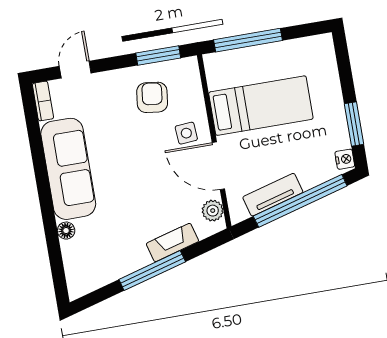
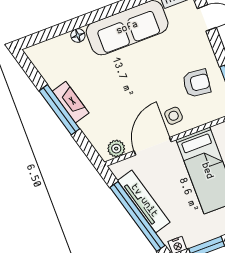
tv unit: (273, 195) -> (144, 201), width x1.41
fireplace: (172, 242) -> (71, 102), moved

